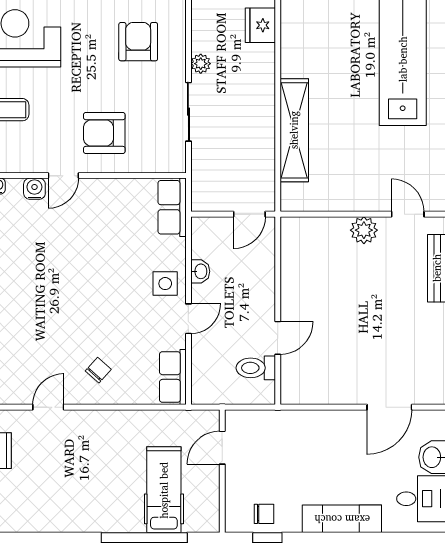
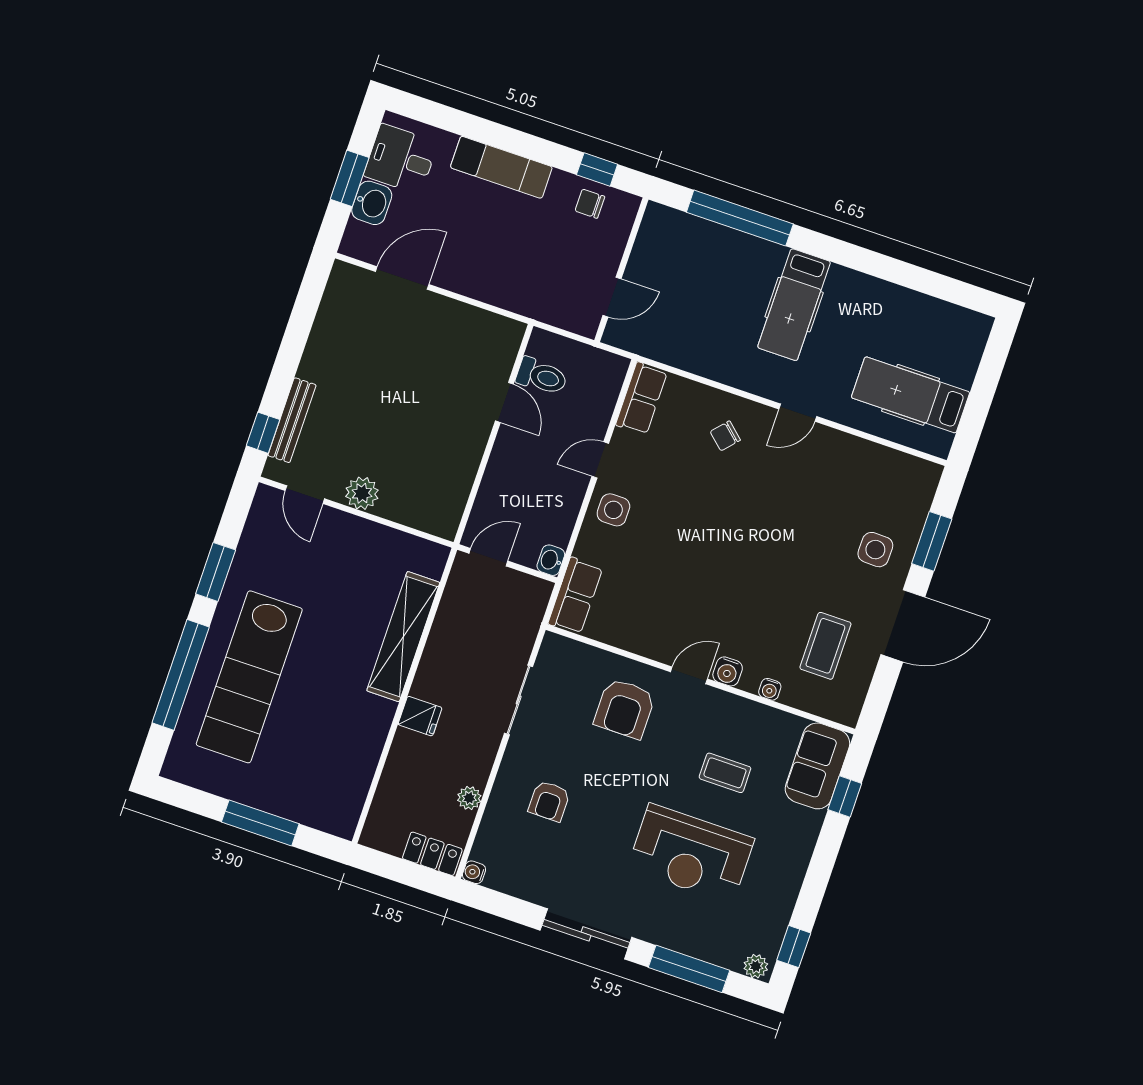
fridge: (260, 25) -> (420, 716), moved, width x0.72
armchair: (138, 42) -> (549, 801), width x0.72, depth x0.72
plant: (201, 64) -> (469, 798), moved
armchair: (104, 133) -> (625, 708), turned 90
washbasin: (200, 271) -> (551, 560), moved
door: (278, 338) -> (504, 402), swing flipped
hospital bed: (164, 490) -> (794, 305), moved

